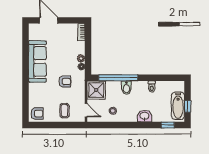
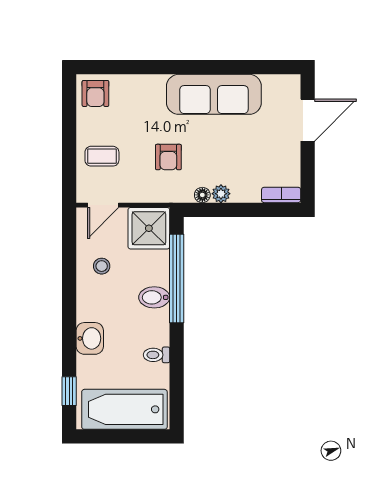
bathtub: (178, 106) -> (124, 409), width x1.36, depth x1.36
window: (188, 106) -> (112, 436), removed

